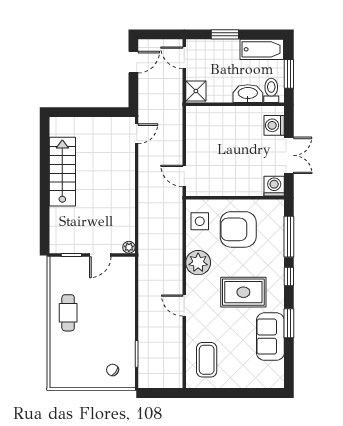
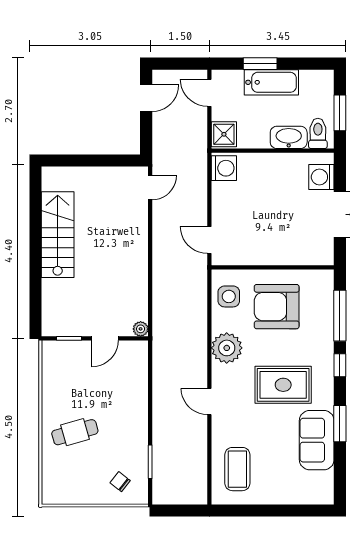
bathtub: (262, 49) -> (271, 82), moved
washing machine: (274, 186) -> (224, 168), moved, turned 90
cafe table: (68, 313) -> (75, 432), moved, turned 74

